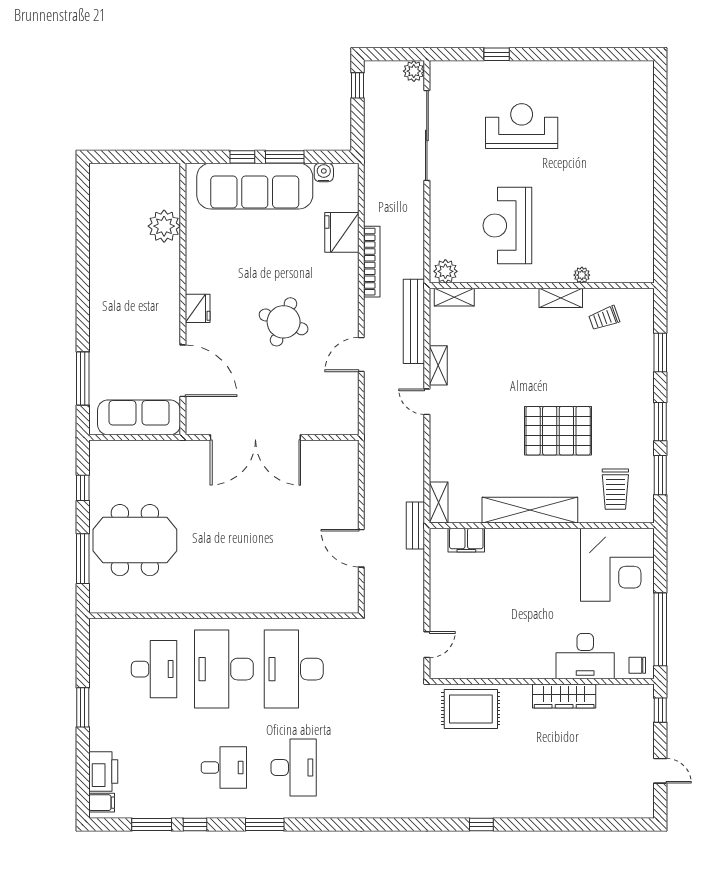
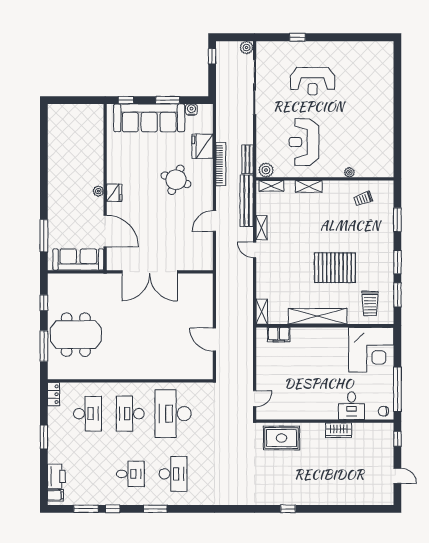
reception desk: (522, 126) -> (313, 81), turned 180
window: (242, 157) -> (126, 100), moved
plant: (164, 226) -> (98, 191), moved, width x0.53, depth x0.53
shelving: (561, 298) -> (309, 186), moved
round table: (284, 322) -> (176, 180), moved
bench: (415, 526) -> (248, 159), moved
locker: (99, 637) -> (54, 394), added
desk: (585, 656) -> (351, 406), width x0.73
desk: (224, 669) -> (130, 414), width x0.73, depth x0.77
wardrobe: (564, 696) -> (339, 430), width x0.67

